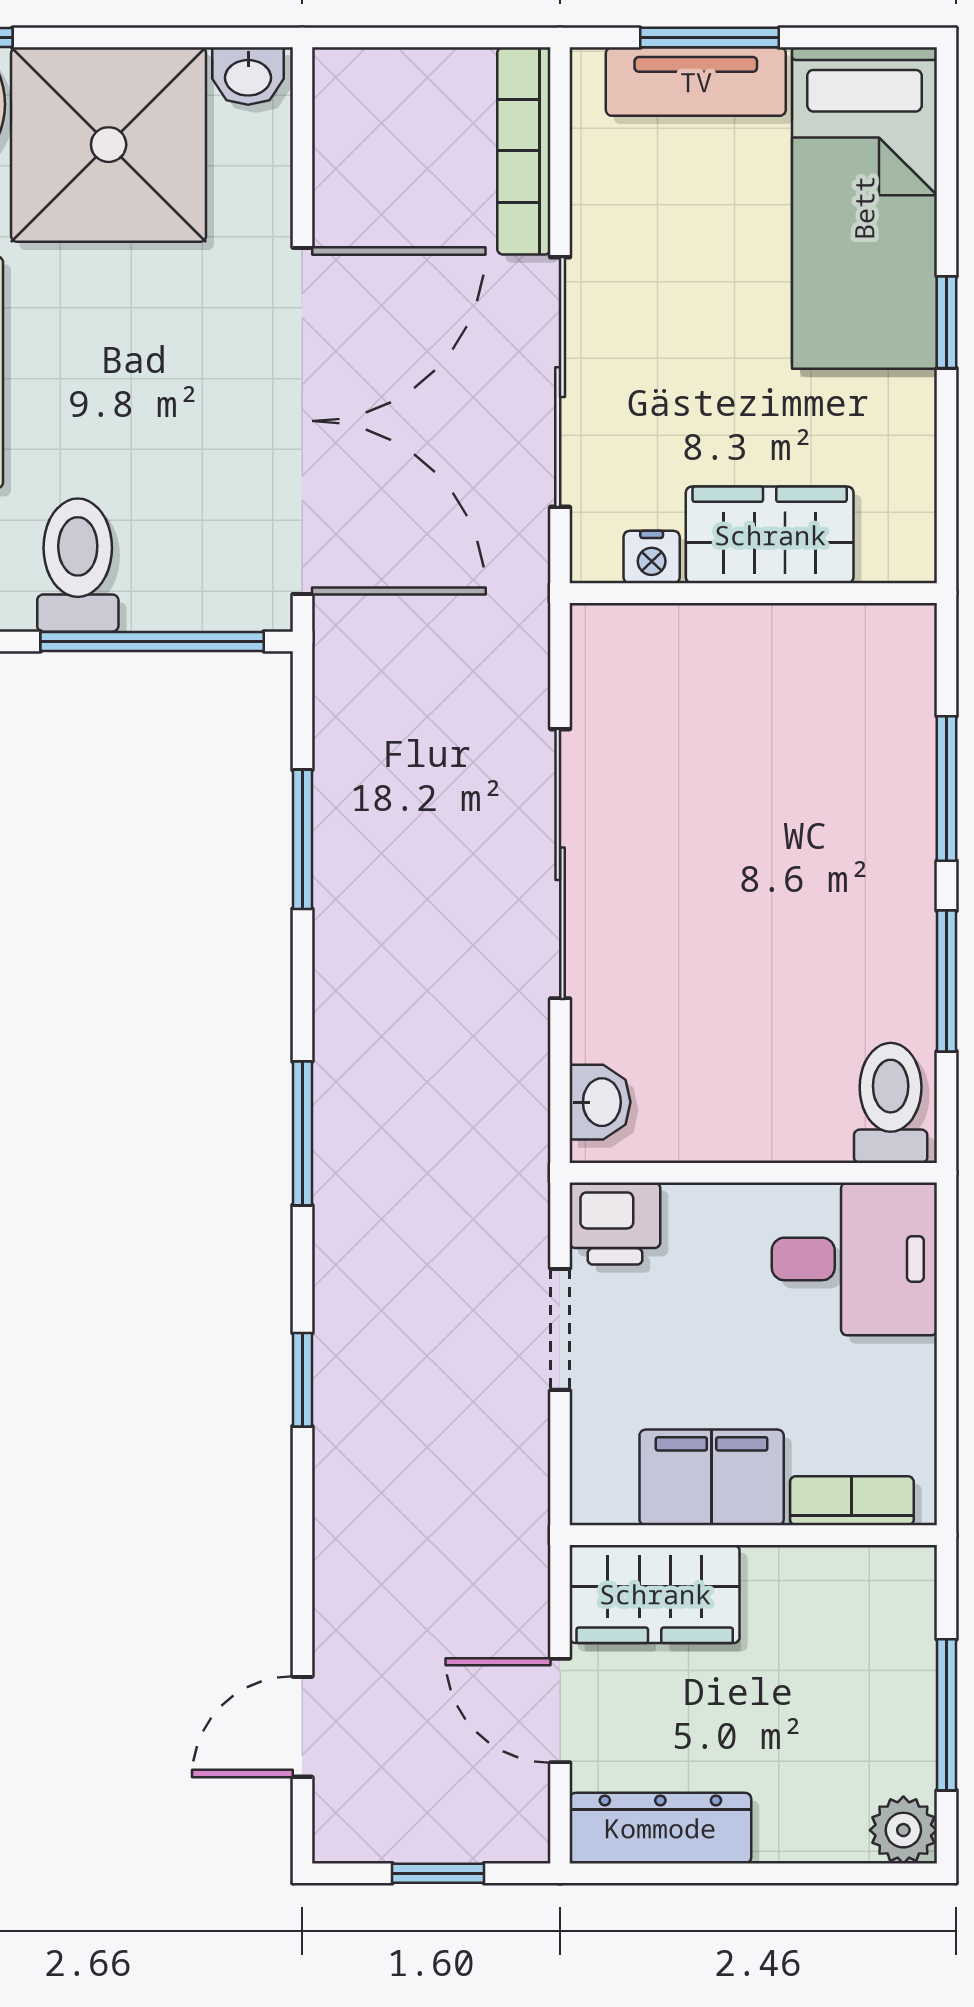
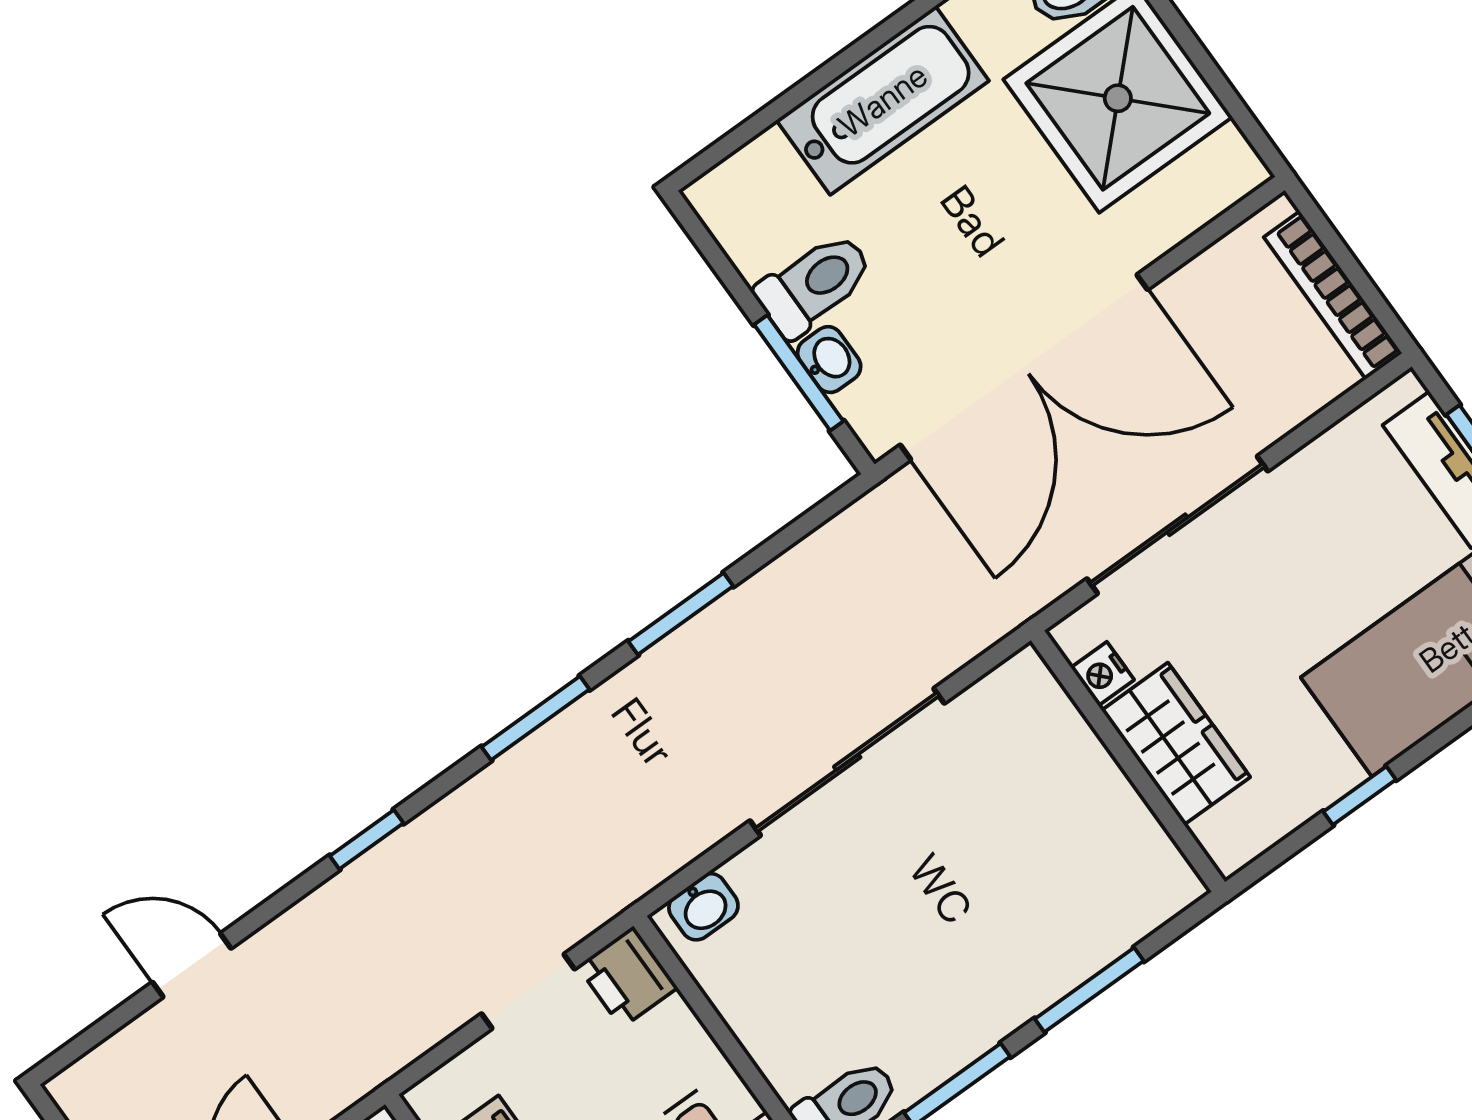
washbasin: (248, 76) -> (829, 360), moved, turned 180
bookcase: (524, 151) -> (1333, 295), moved, turned -90
window: (947, 322) -> (1360, 796), moved
window: (152, 641) -> (799, 373), width x0.69
window: (302, 839) -> (681, 614), moved
door: (302, 1727) -> (192, 965), moved

